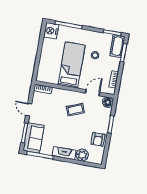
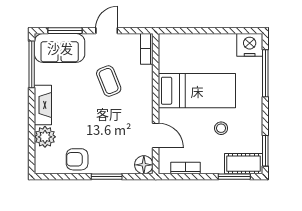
coffee table: (75, 110) -> (109, 81), moved

